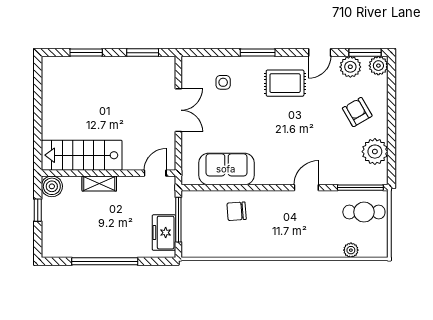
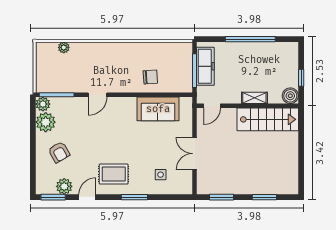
plant: (378, 66) -> (43, 104), moved
cafe table: (364, 212) -> (54, 76), removed
freezer: (164, 233) -> (205, 66), width x1.40

